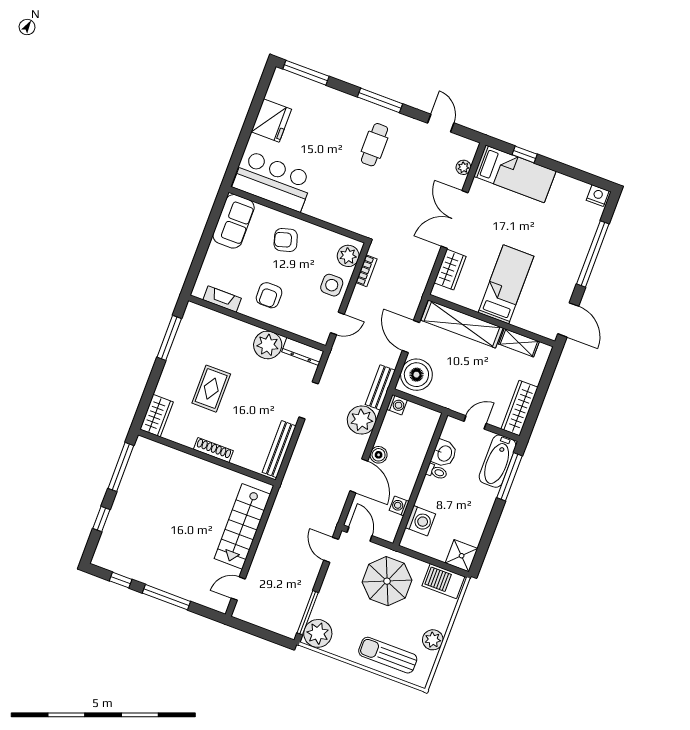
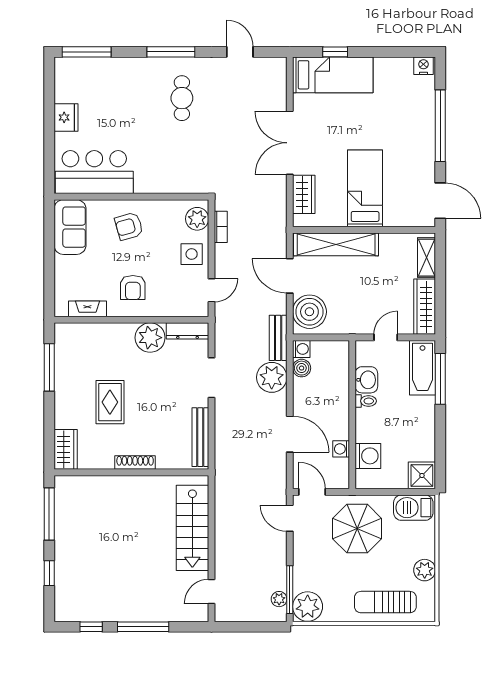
fridge: (271, 121) -> (66, 117), width x0.73, depth x0.75
plant: (463, 167) -> (279, 599), moved
shelving: (519, 343) -> (427, 258), moved, turned 90
boiler: (379, 455) -> (302, 368), moved

